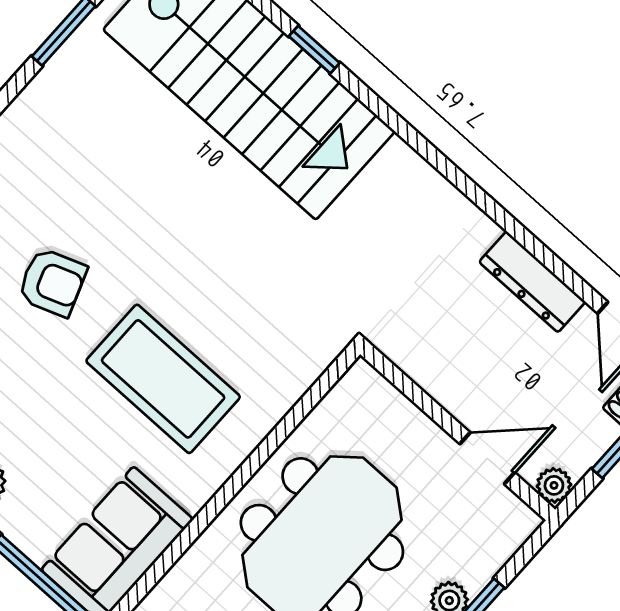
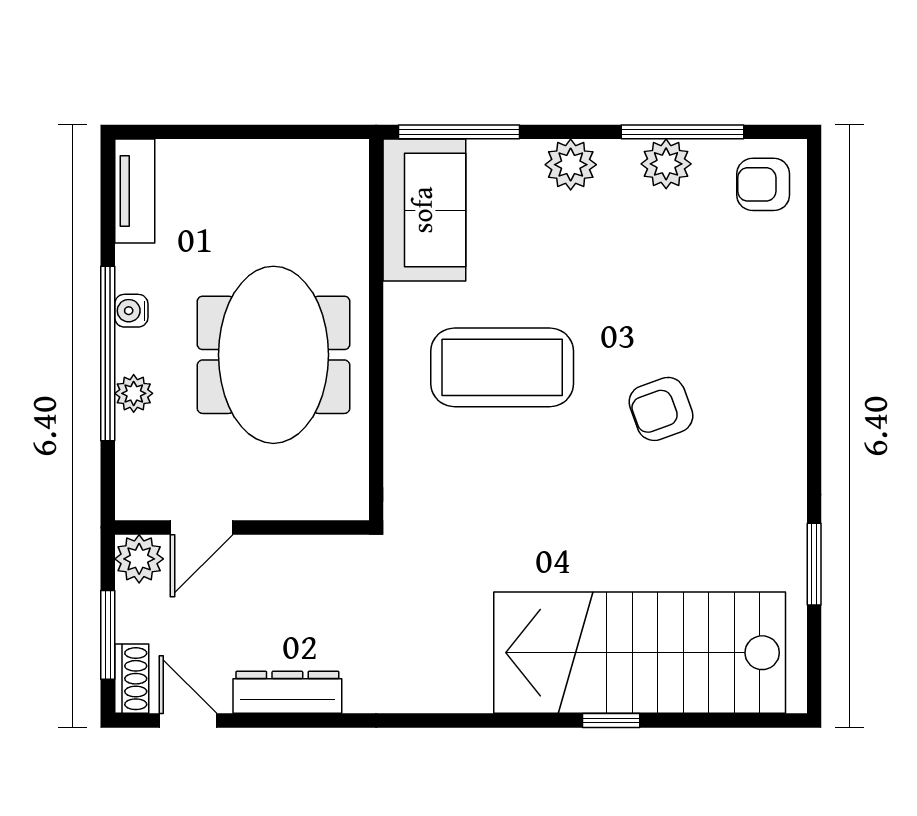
armchair: (52, 282) -> (661, 409), moved
plant: (554, 485) -> (139, 559), width x1.38, depth x1.38

